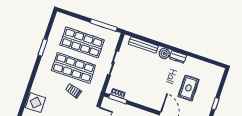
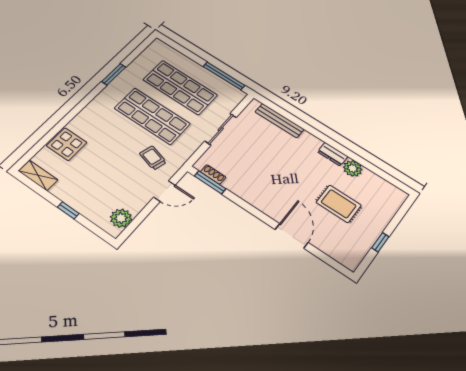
plant: (164, 53) -> (353, 168), moved
rug: (188, 88) -> (339, 204), turned 90
trolley: (73, 91) -> (153, 158), moved

